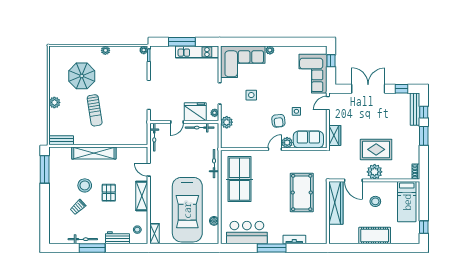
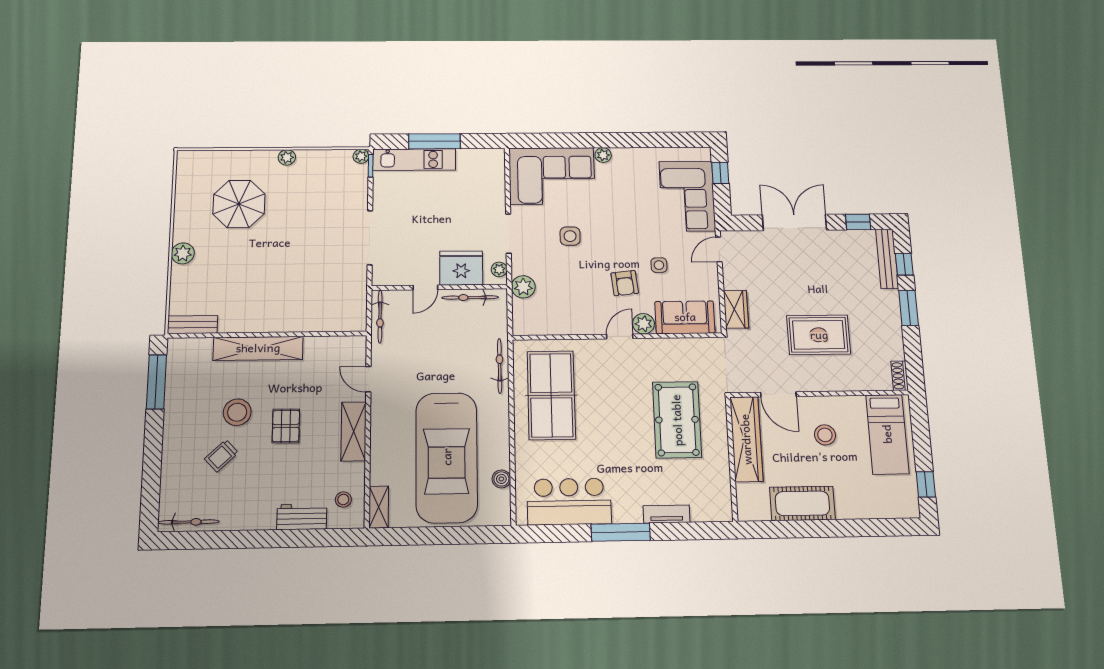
kitchen unit: (197, 52) -> (414, 160), moved
sun lounger: (95, 110) -> (262, 267), removed
plant: (375, 172) -> (819, 377), removed
cot: (375, 235) -> (802, 503), moved
bicycle: (83, 239) -> (189, 522), moved
window: (92, 248) -> (248, 539), removed

